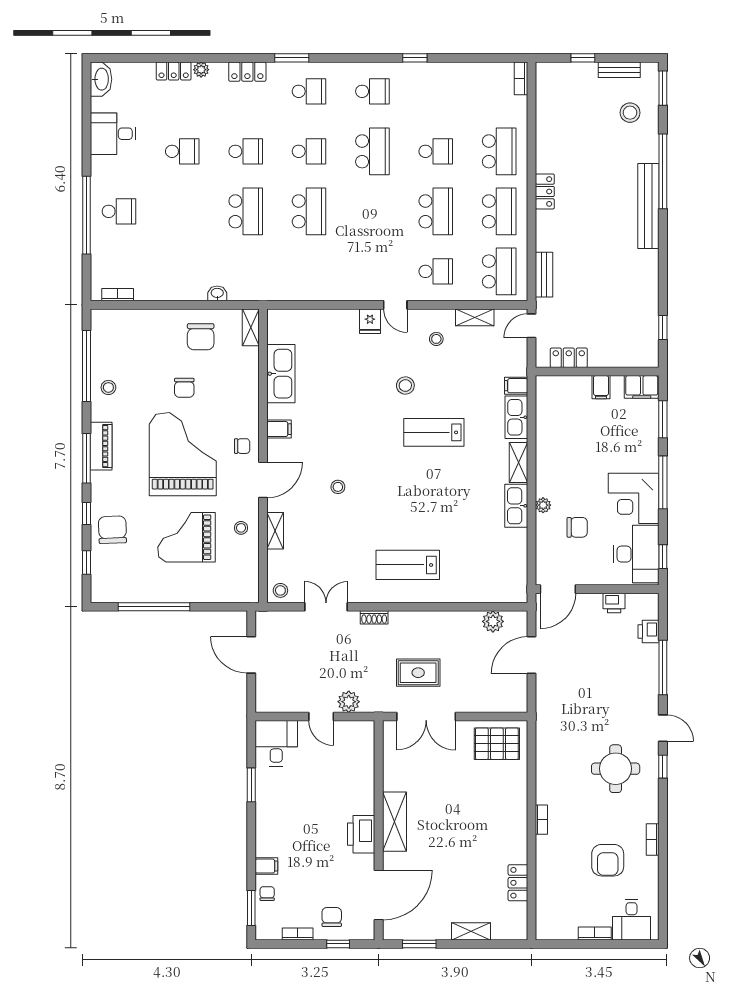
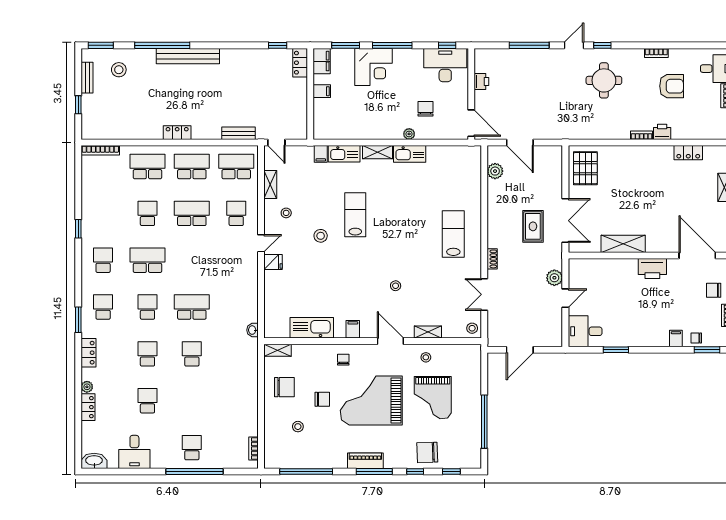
bookcase: (521, 78) -> (100, 150), width x1.56
school desk: (246, 211) -> (192, 354), width x0.54
washbasin: (217, 293) -> (252, 330), moved
locker: (569, 358) -> (300, 63), moved
stool: (108, 387) -> (298, 427), moved
lab bench: (434, 432) -> (355, 215), turned 180
chair: (242, 446) -> (343, 360), moved
corner desk: (634, 498) -> (374, 67), moved
lab bench: (408, 565) -> (453, 234), turned 180
printer: (649, 632) -> (662, 132), moved, turned 180
shelving: (394, 822) -> (623, 244), moved

